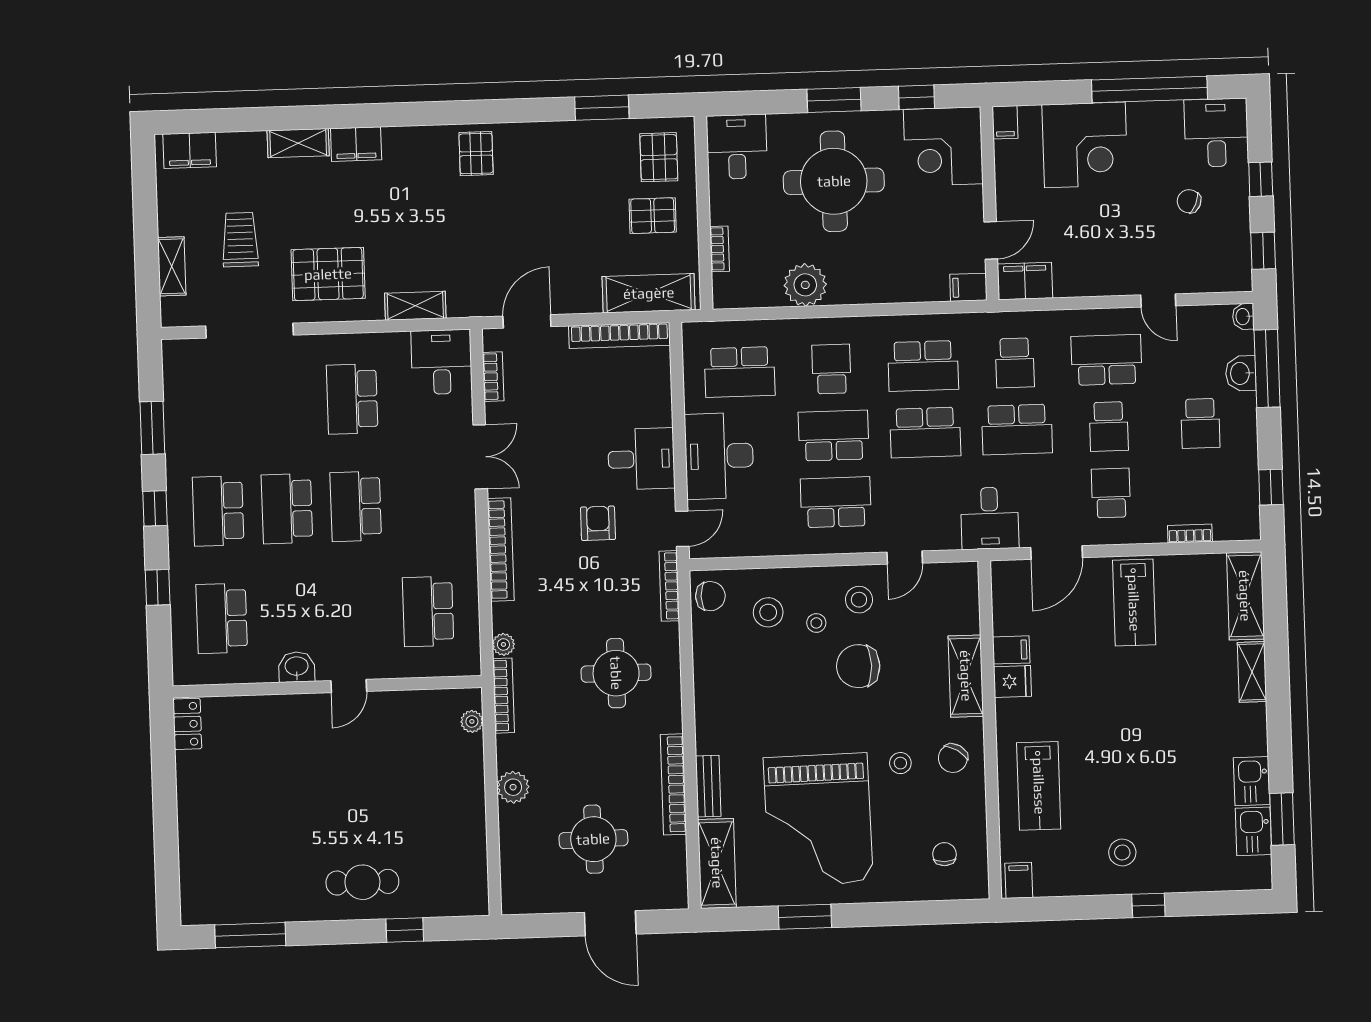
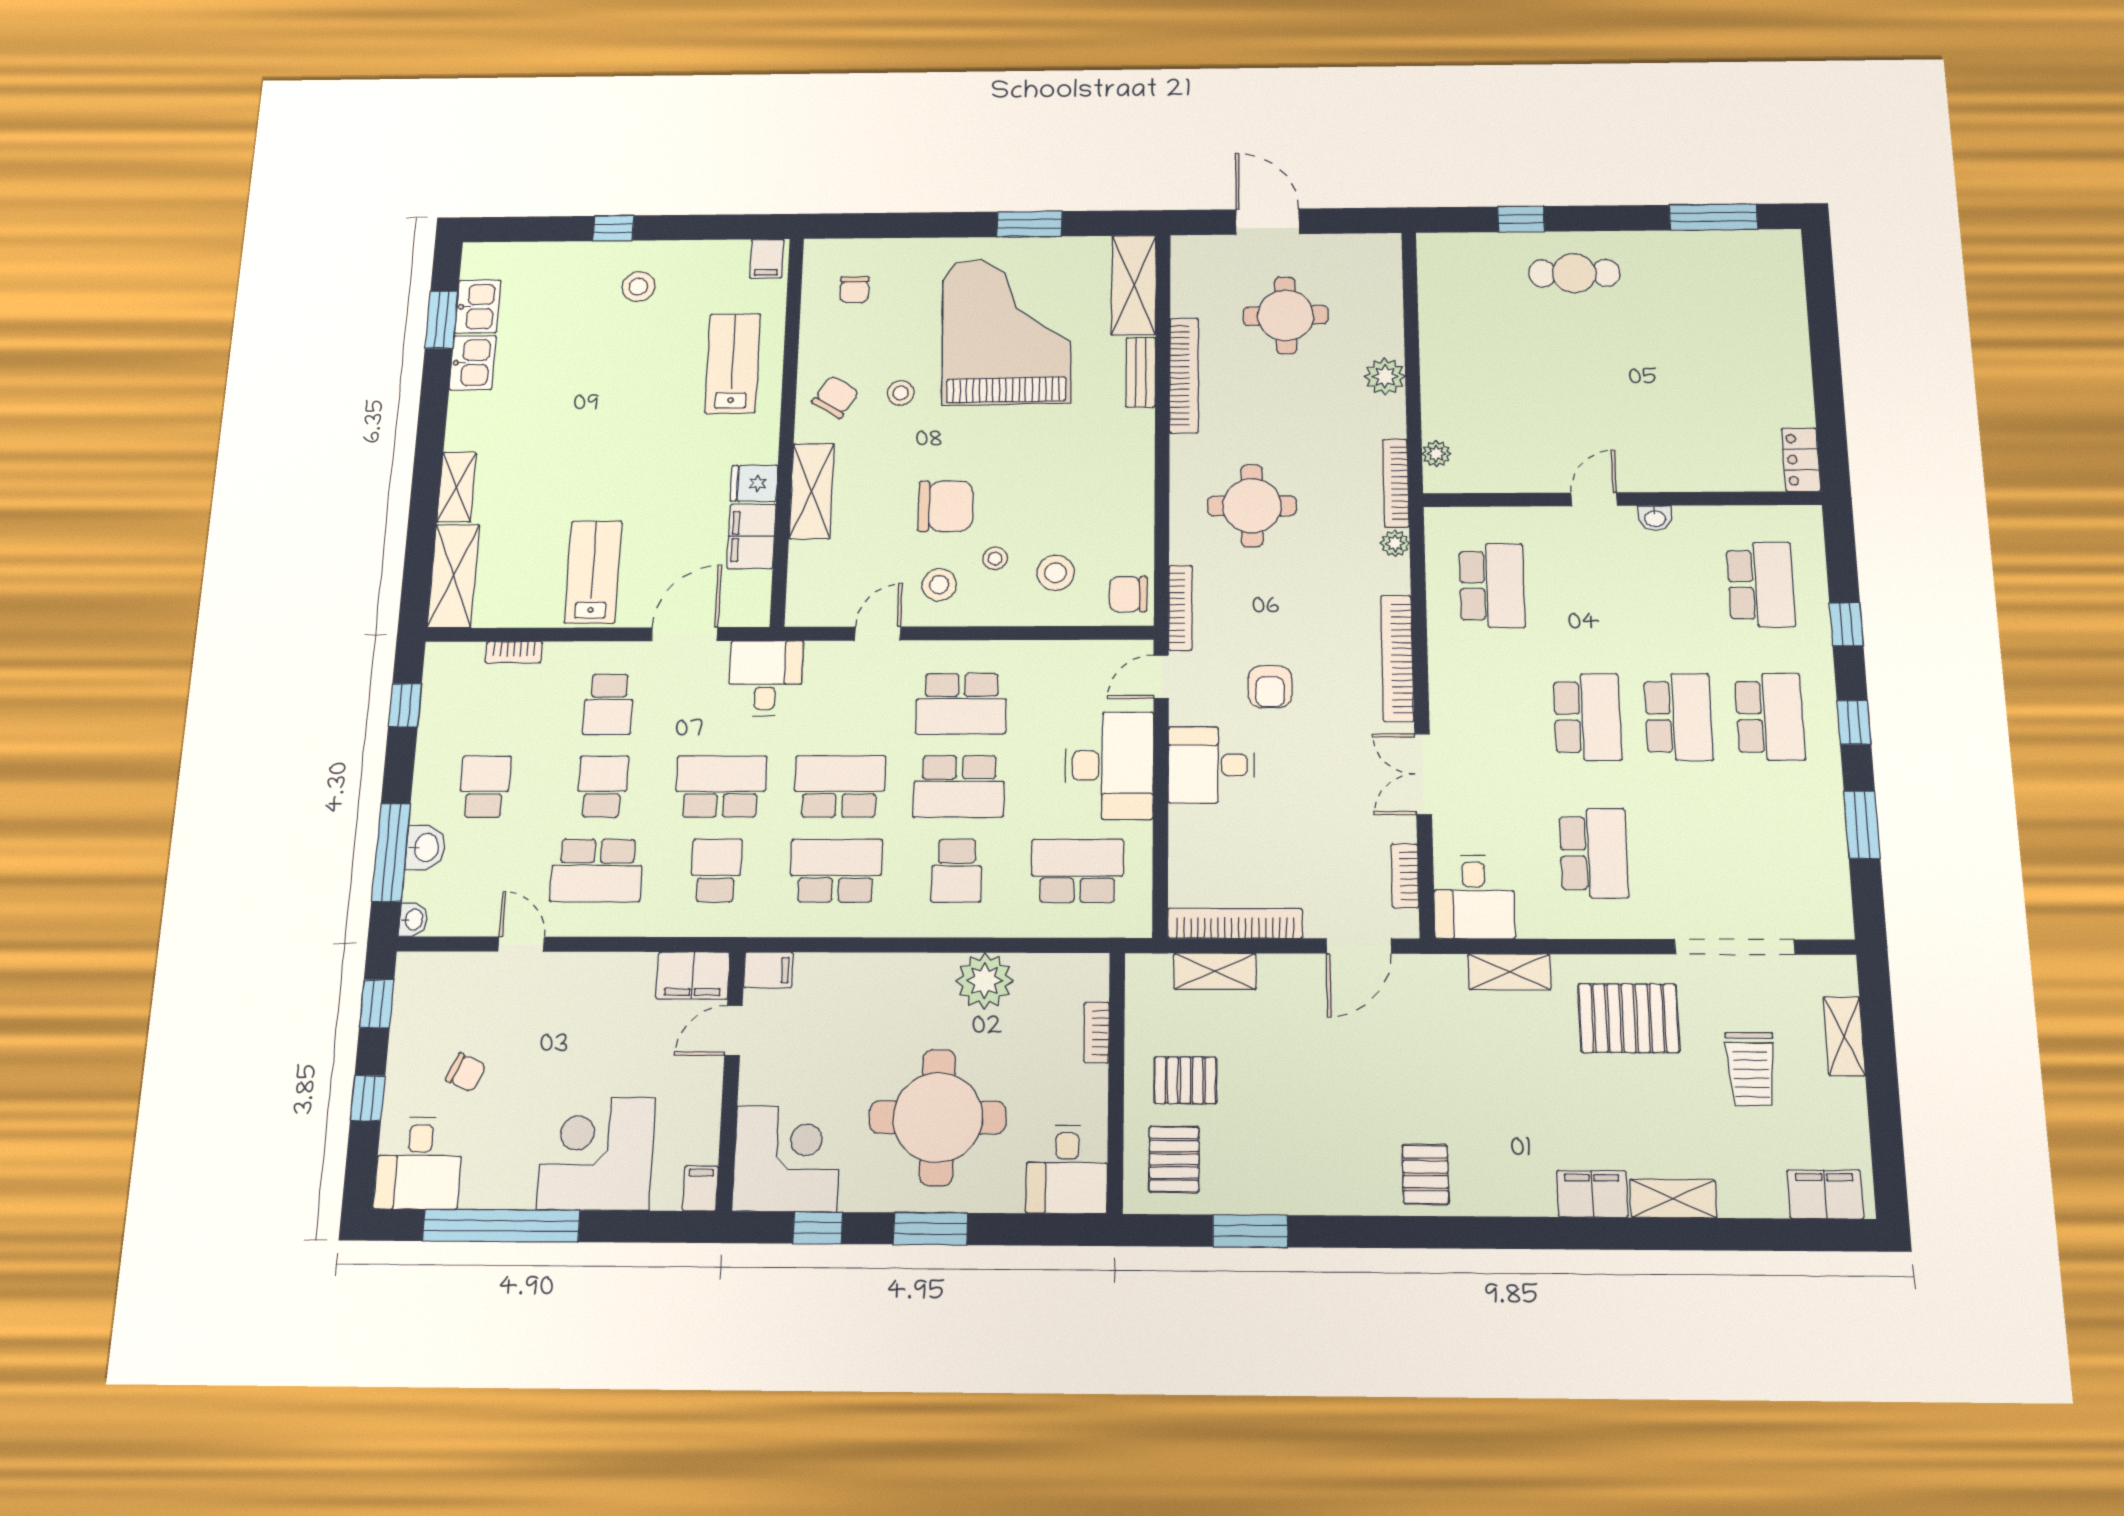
shelving: (649, 293) -> (1215, 971), width x0.67, depth x0.75
filing cabinet: (1011, 650) -> (751, 536), width x2.00
washbasin: (297, 667) -> (1655, 518), width x0.72, depth x0.69

